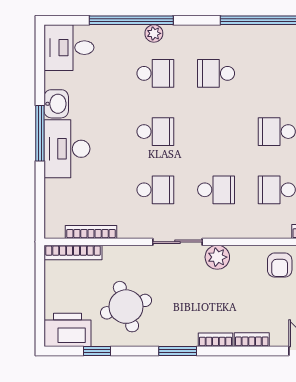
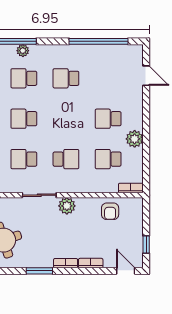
school desk: (155, 73) -> (24, 78), turned 180
school desk: (155, 132) -> (24, 119), turned 180
school desk: (155, 190) -> (24, 159), turned 180

